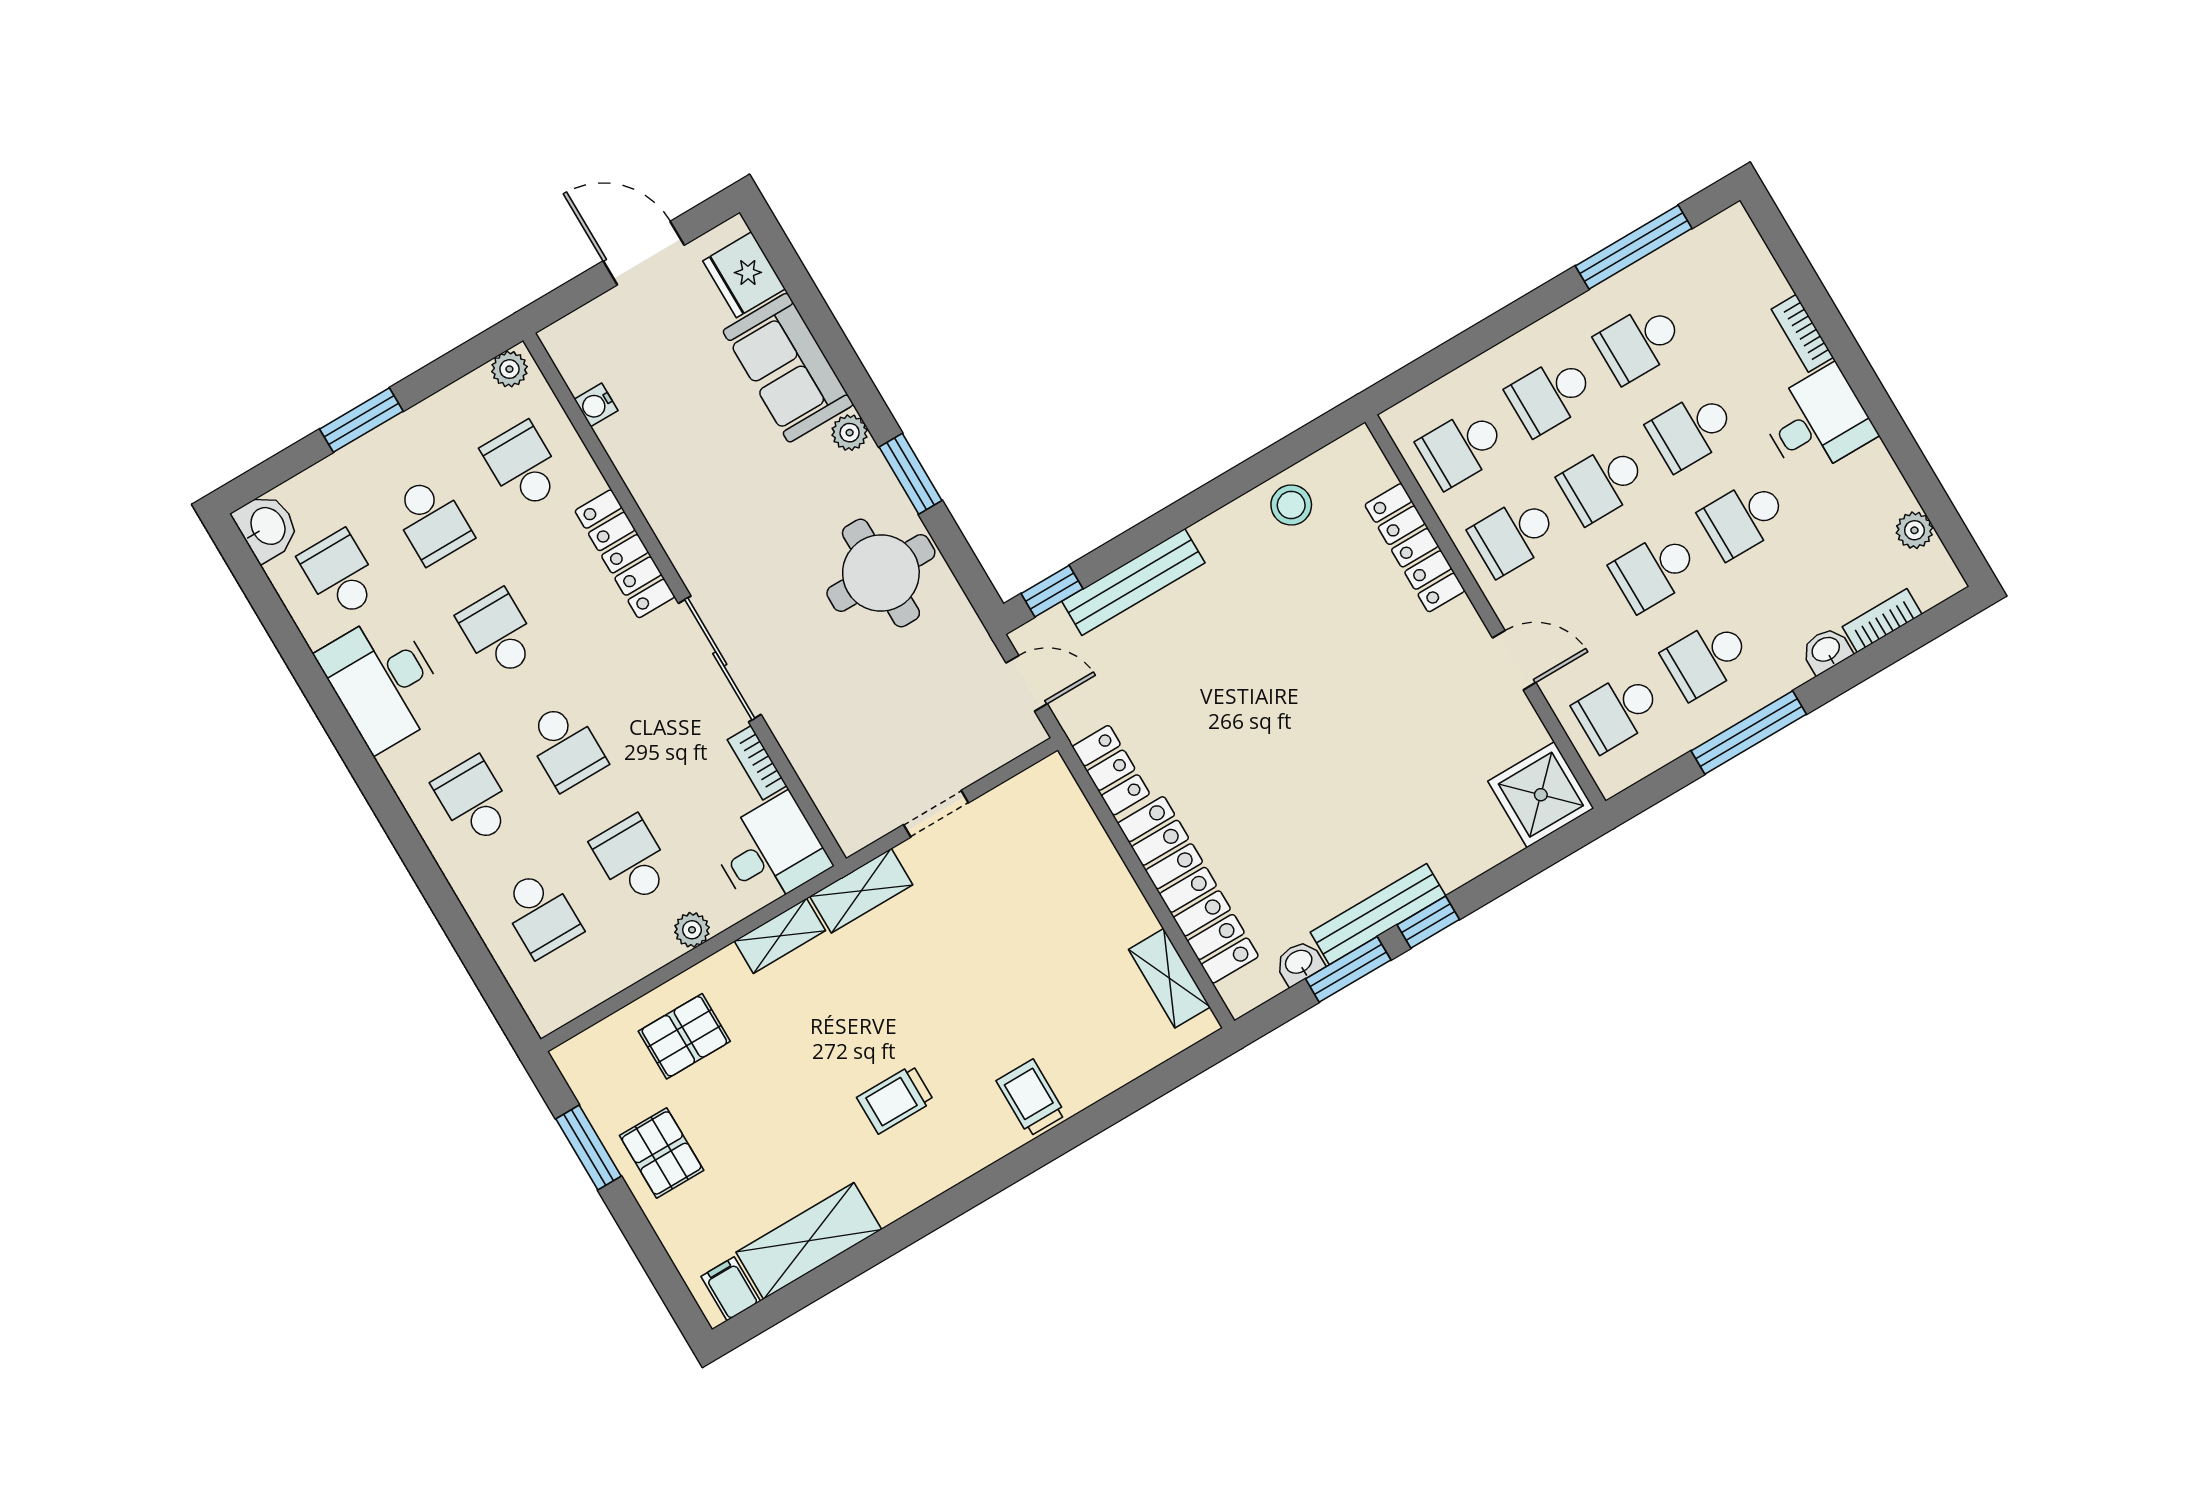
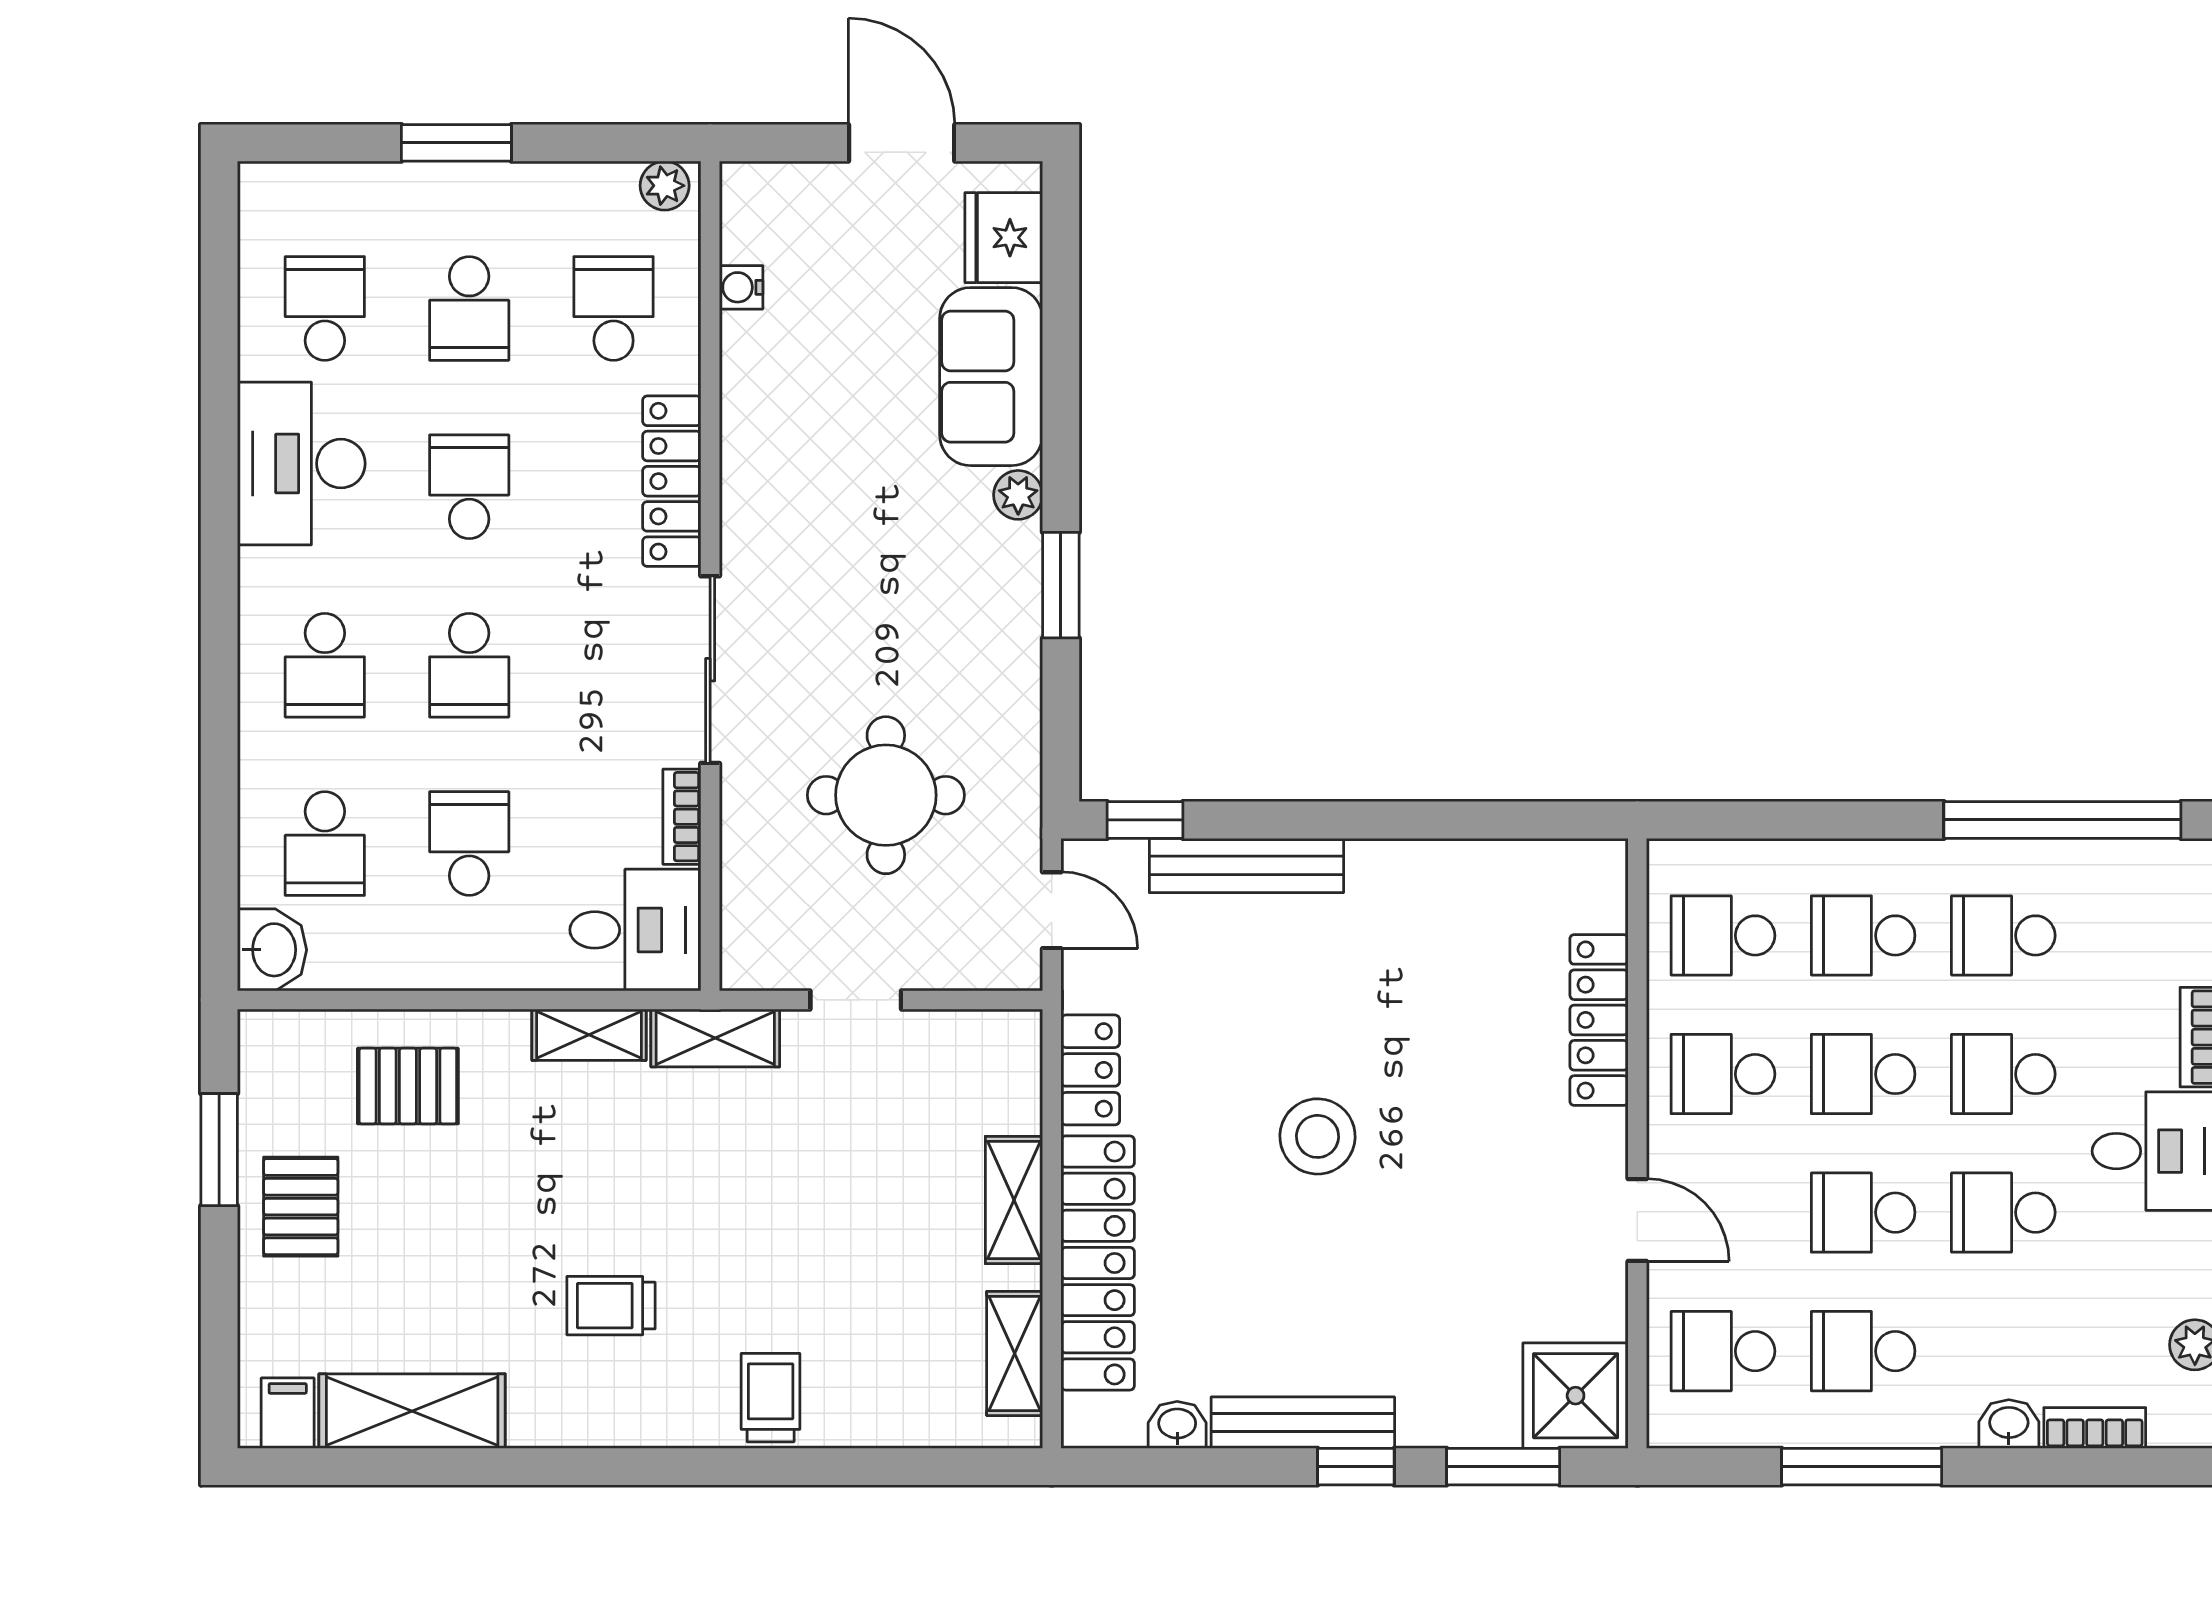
window: (1634, 247) -> (2062, 820), width x1.46
stool: (1291, 505) -> (1317, 1136), moved, width x1.38, depth x1.38
washbasin: (267, 527) -> (272, 950), moved
round table: (881, 573) -> (886, 795), moved
school desk: (474, 801) -> (325, 665), turned 180
shelving: (1111, 881) -> (1014, 1200), added
plant: (692, 930) -> (490, 967), removed
window: (1348, 969) -> (1503, 1467), moved

